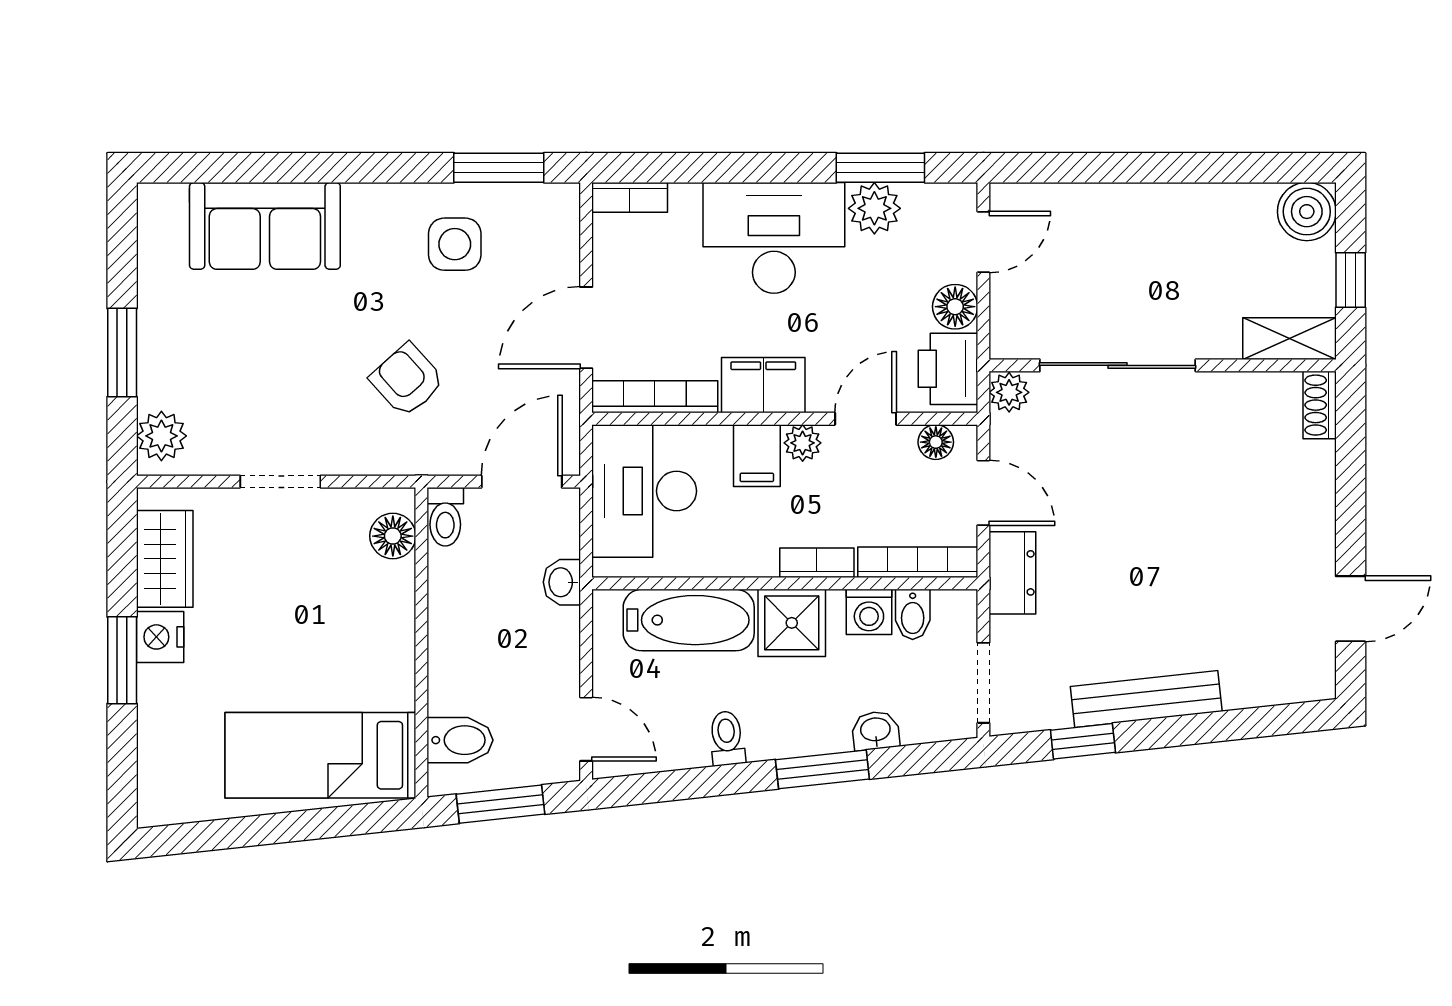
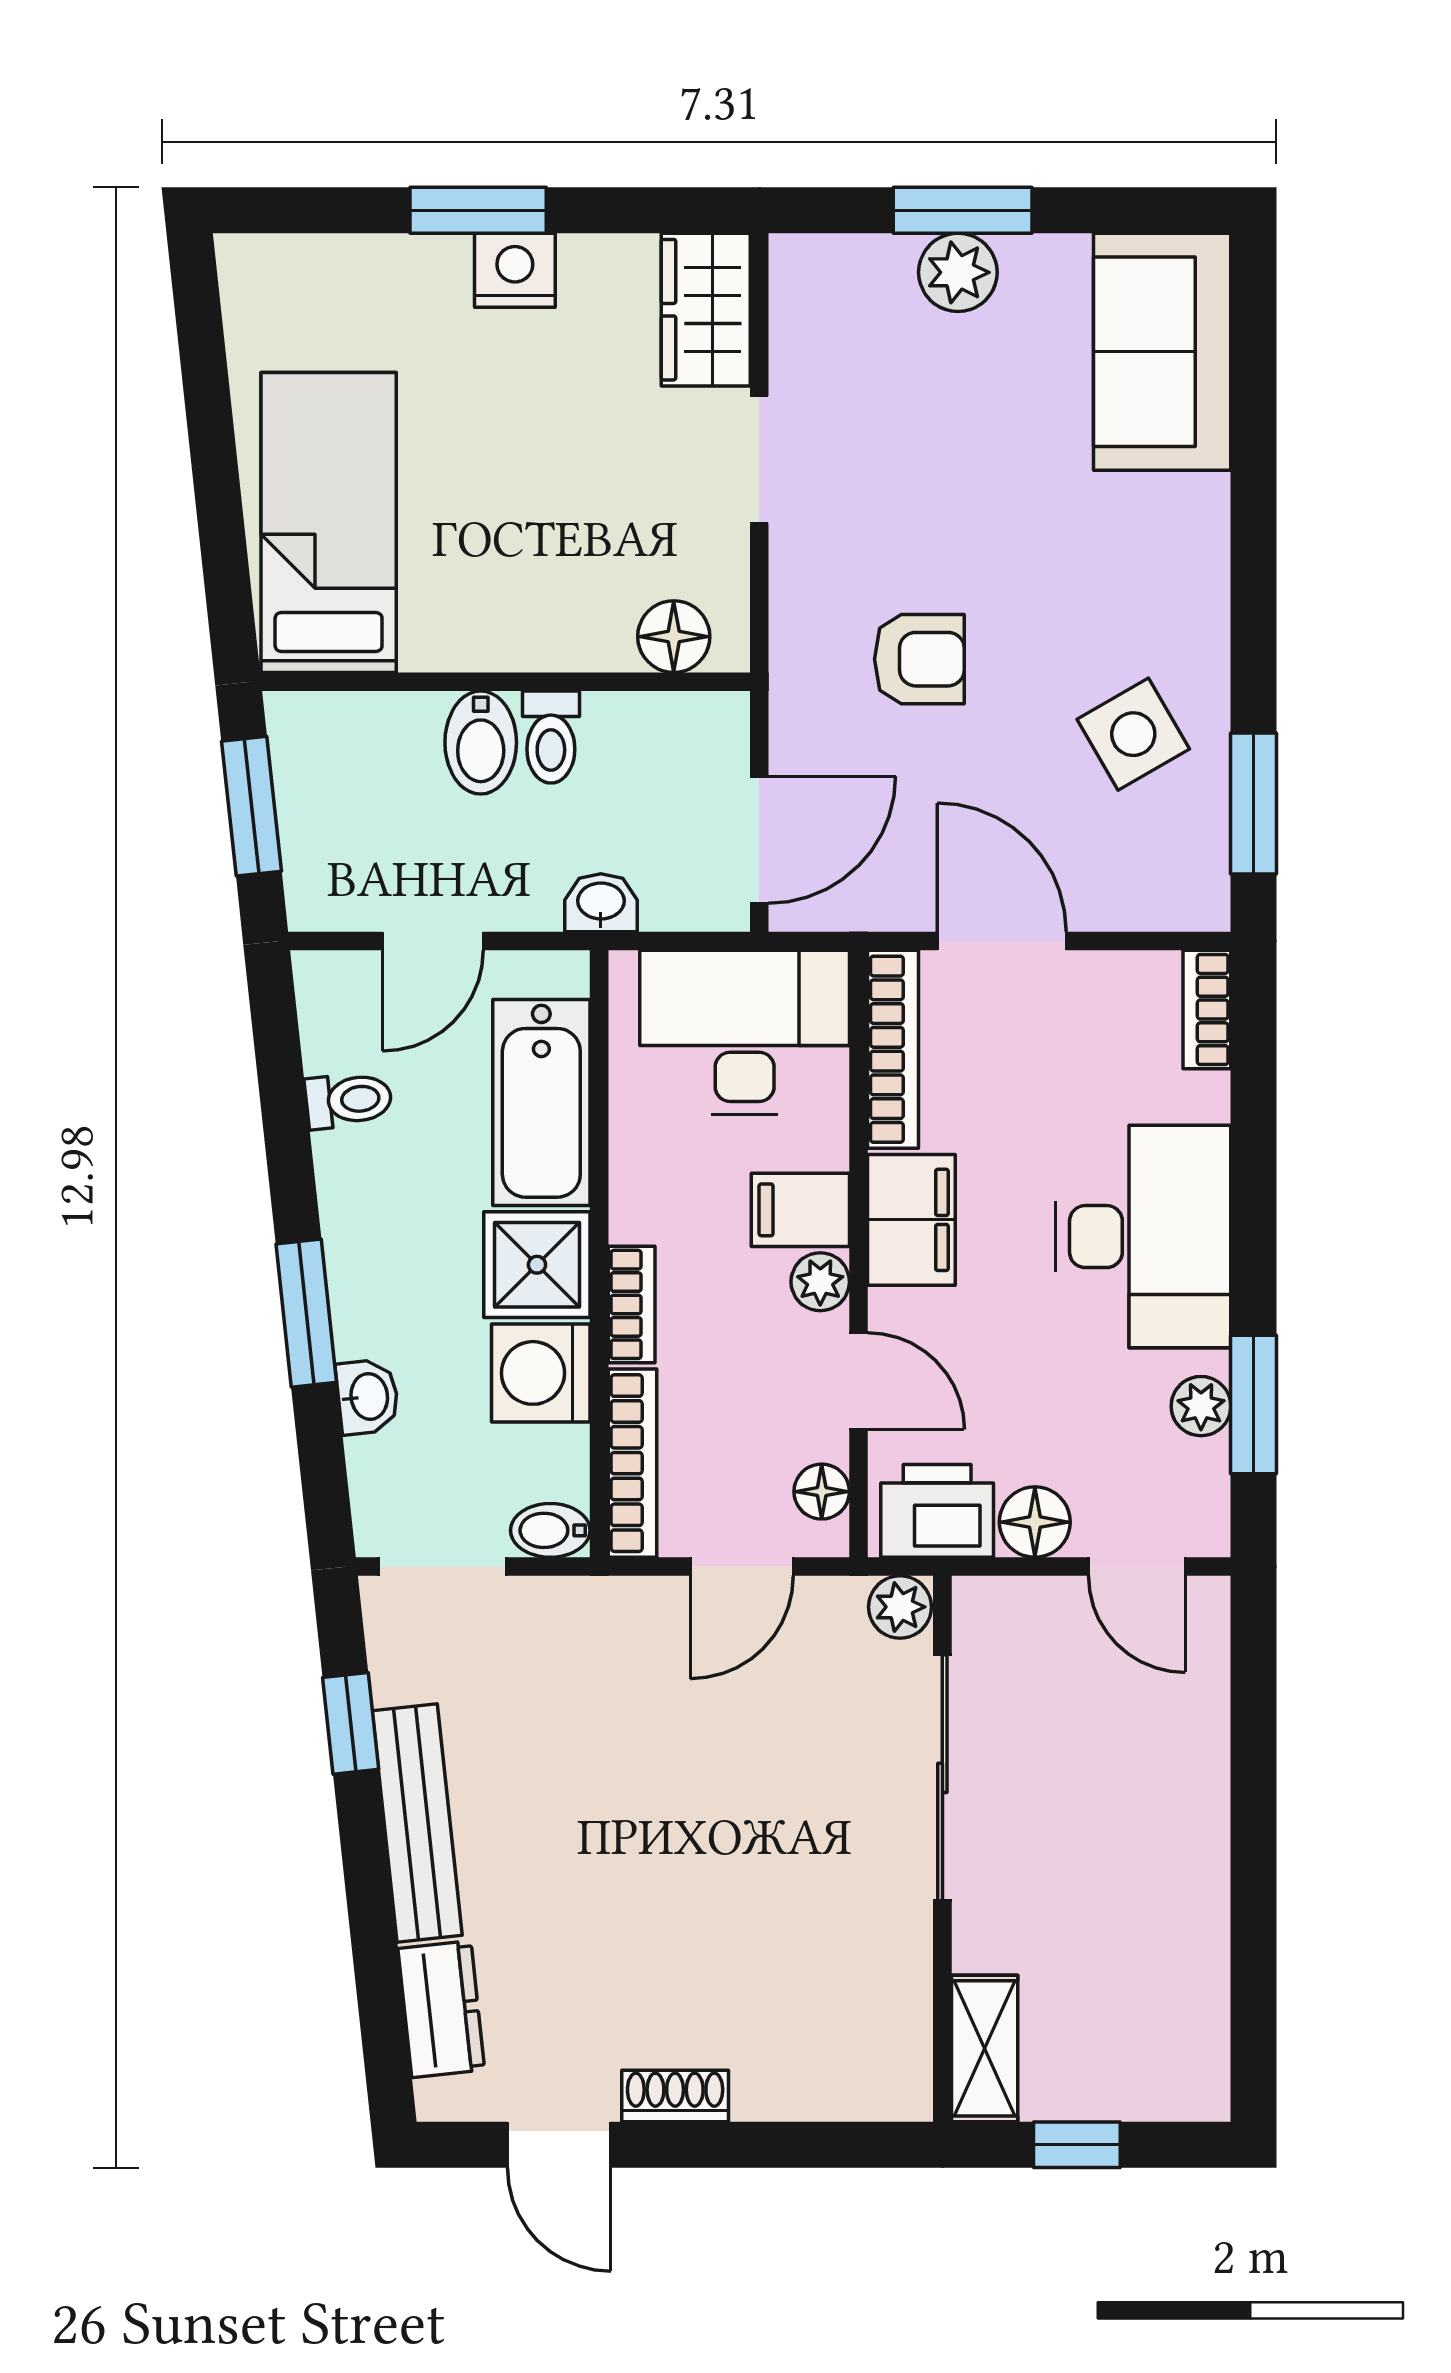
plant: (874, 208) -> (1201, 1406), width x0.73, depth x0.73
boiler: (1307, 212) -> (1185, 2076), removed
sofa: (265, 226) -> (1162, 352), moved
side table: (455, 244) -> (1133, 734), turned -30
armchair: (407, 380) -> (919, 659), turned 42
shoe rack: (1320, 405) -> (675, 2096), moved
plant: (161, 436) -> (958, 272), moved
door: (522, 482) -> (759, 840), hinge flipped
toilet: (445, 517) -> (551, 737), moved, turned -90
wardrobe: (165, 559) -> (706, 310), moved, turned 90
dresser: (1012, 573) -> (441, 2009), moved, turned -96
washing machine: (869, 612) -> (541, 1373), width x1.38, depth x1.38
bidet: (913, 614) -> (550, 1530), moved
door: (586, 729) -> (433, 941), moved
toilet: (727, 738) -> (349, 1100), moved
bidet: (460, 740) -> (481, 742), moved

